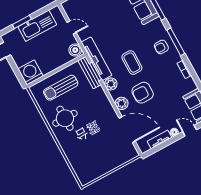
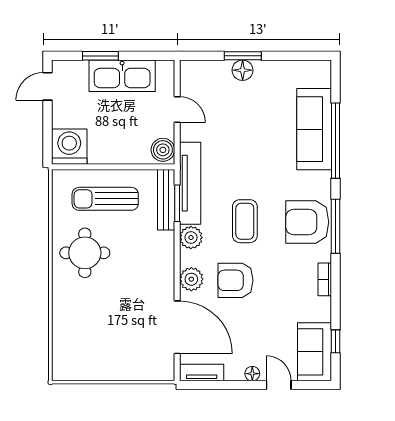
armchair: (161, 47) -> (307, 222), width x1.88, depth x1.88
tv unit: (159, 139) -> (202, 372), moved

